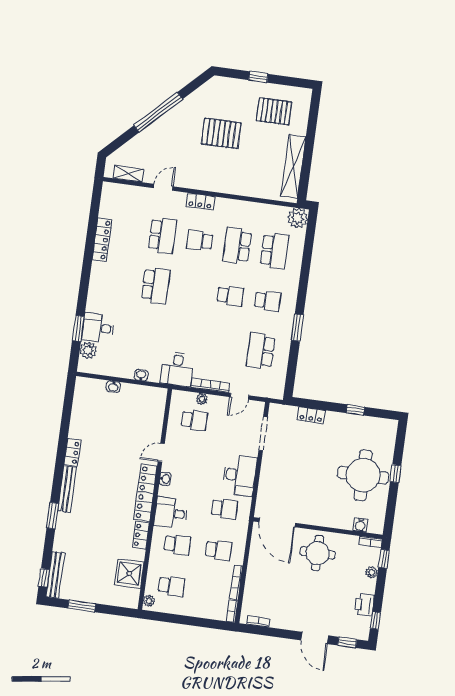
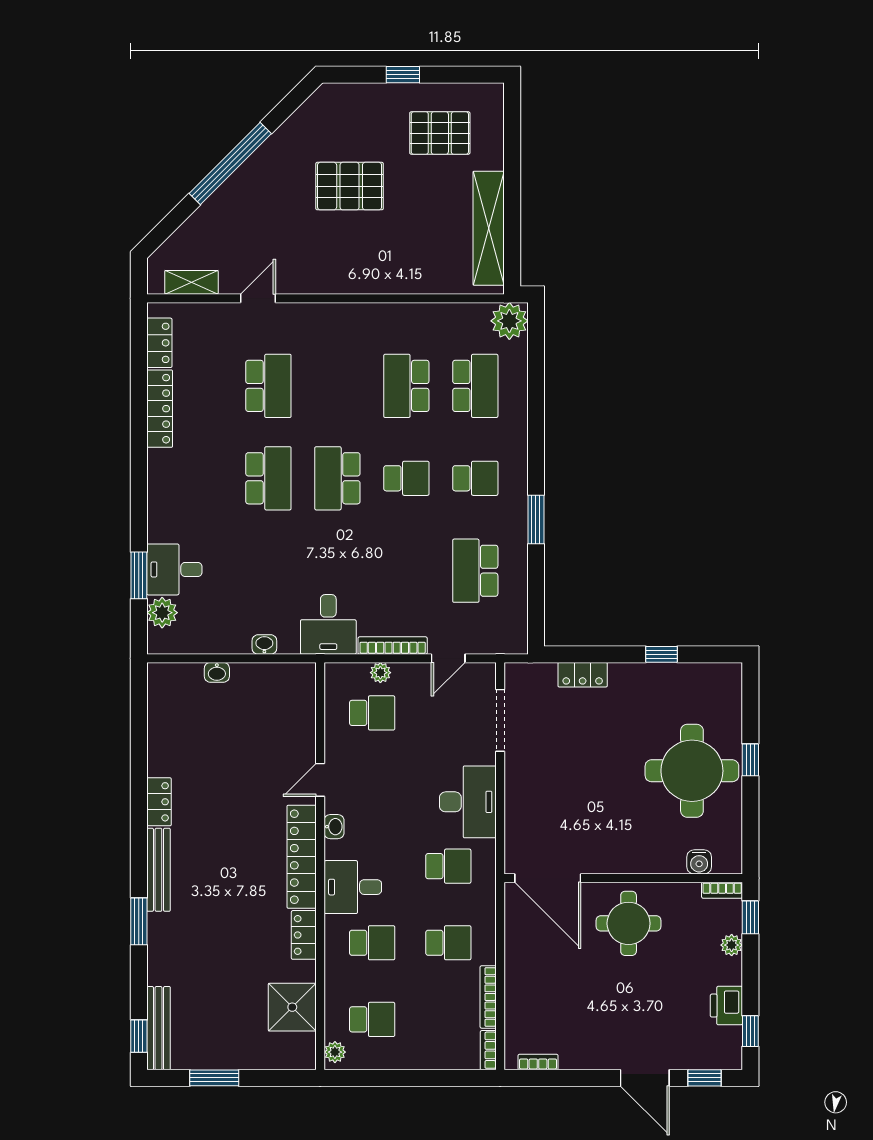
locker: (200, 201) -> (159, 343), moved, turned -90
school desk: (200, 241) -> (337, 478), moved, width x1.85

